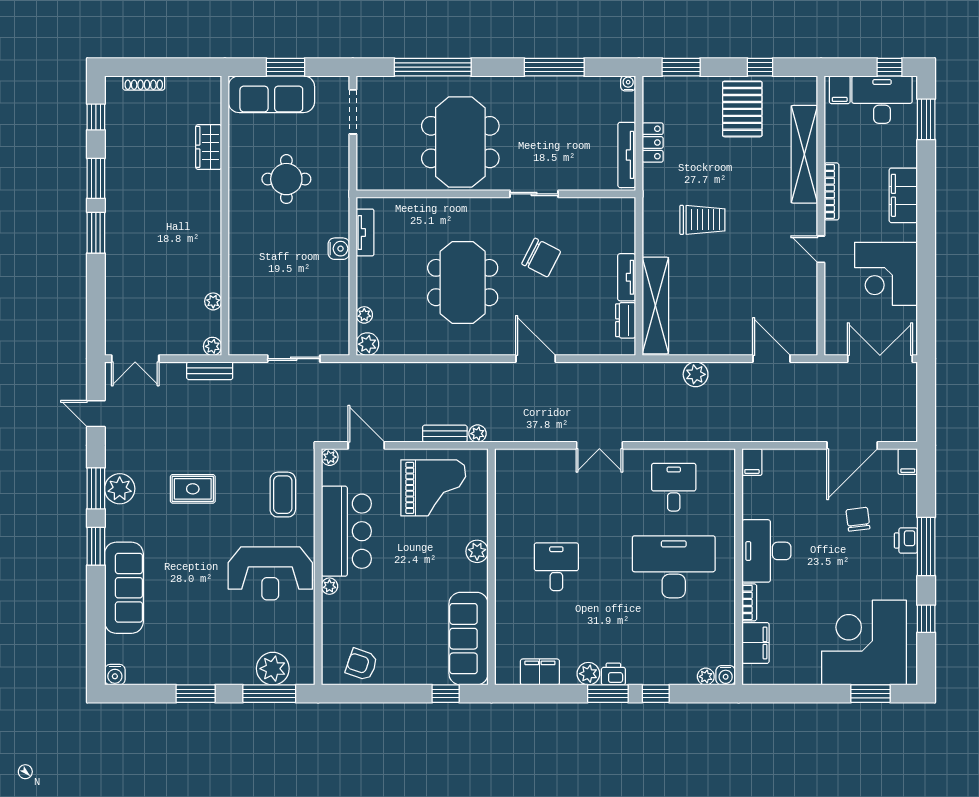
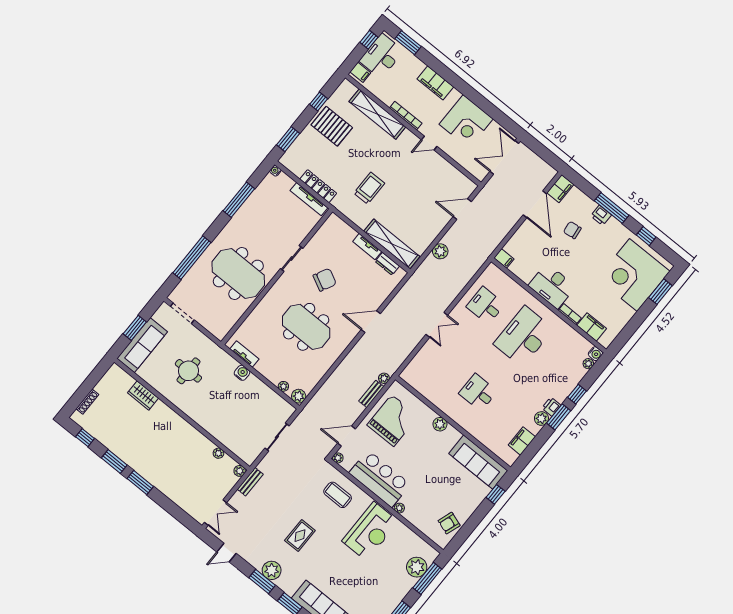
locker: (653, 142) -> (318, 186), width x1.53
filing cabinet: (908, 462) -> (560, 189), width x2.00

